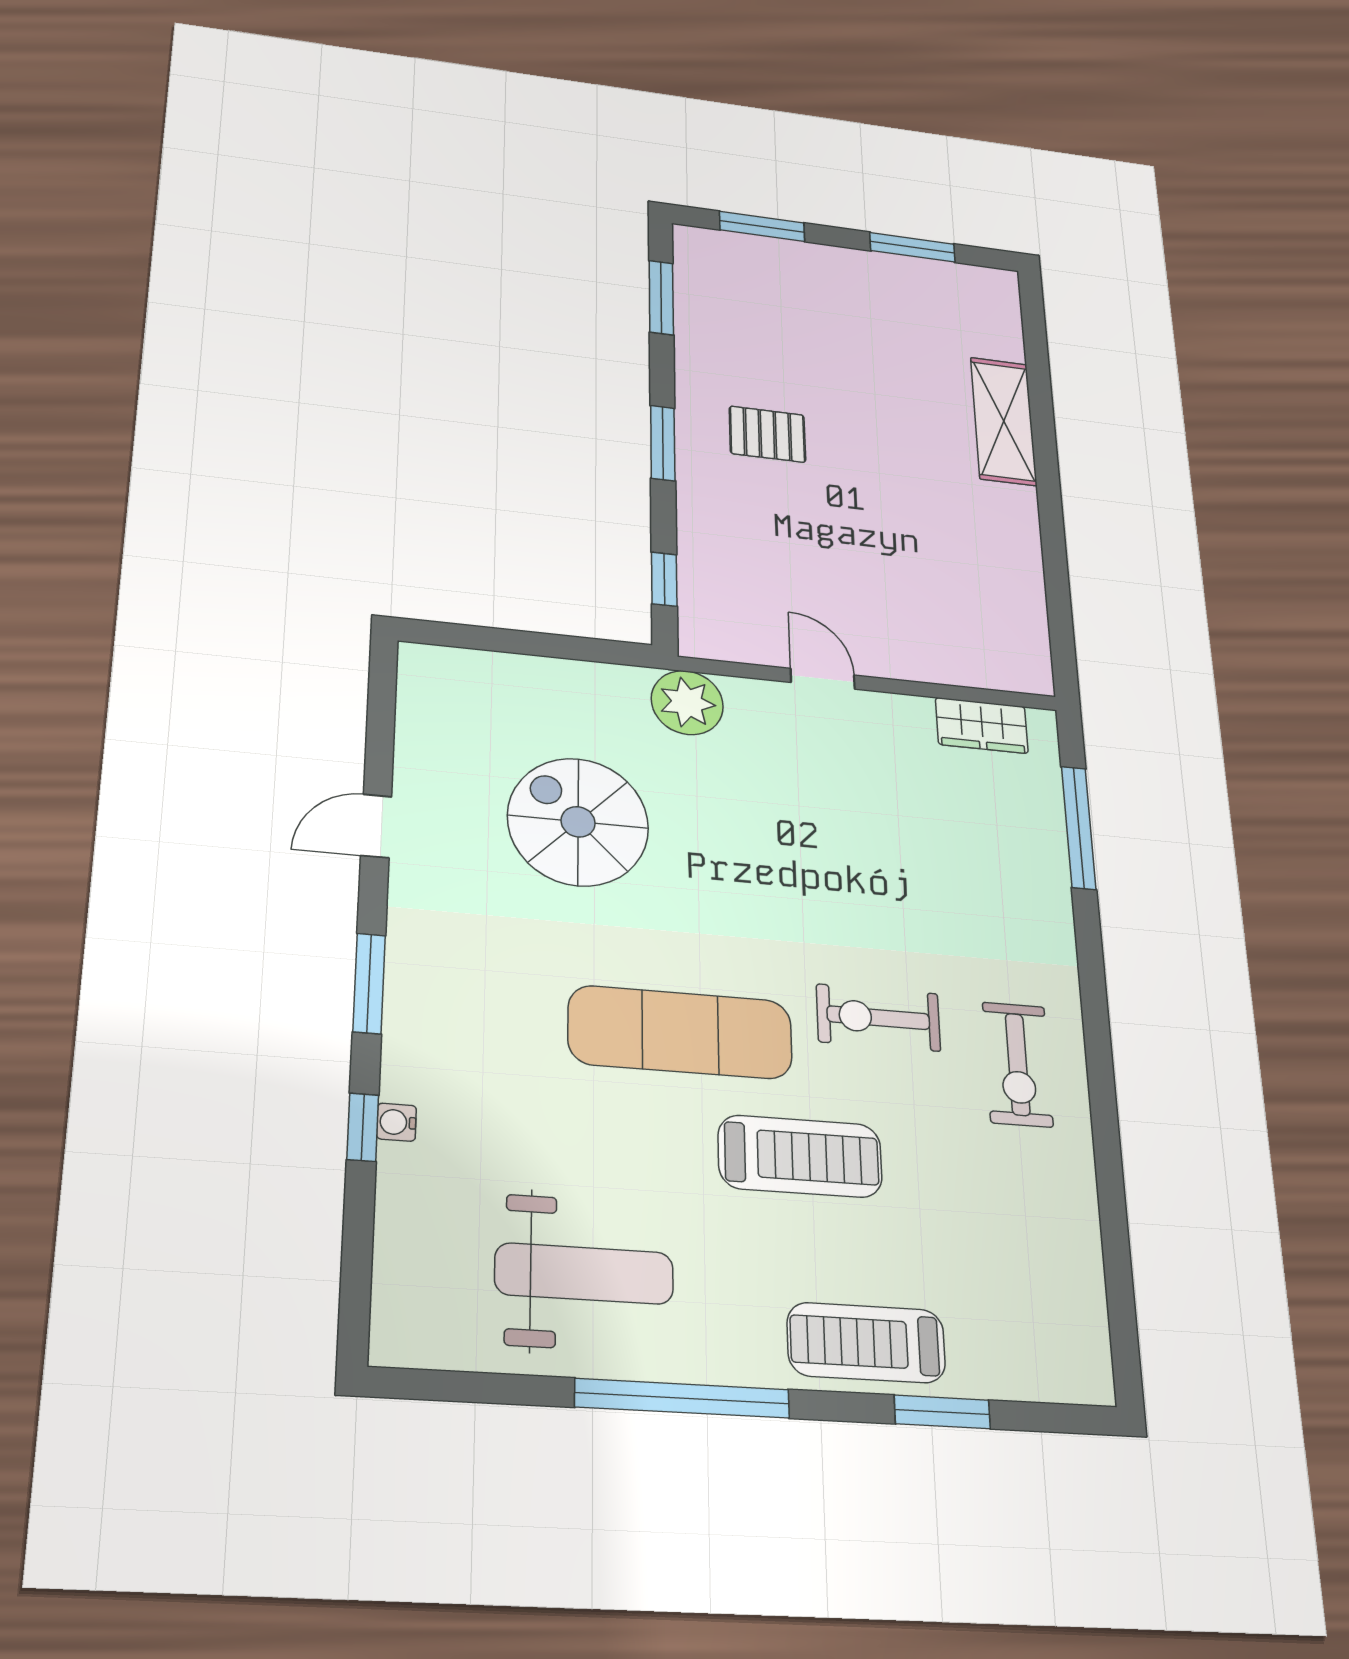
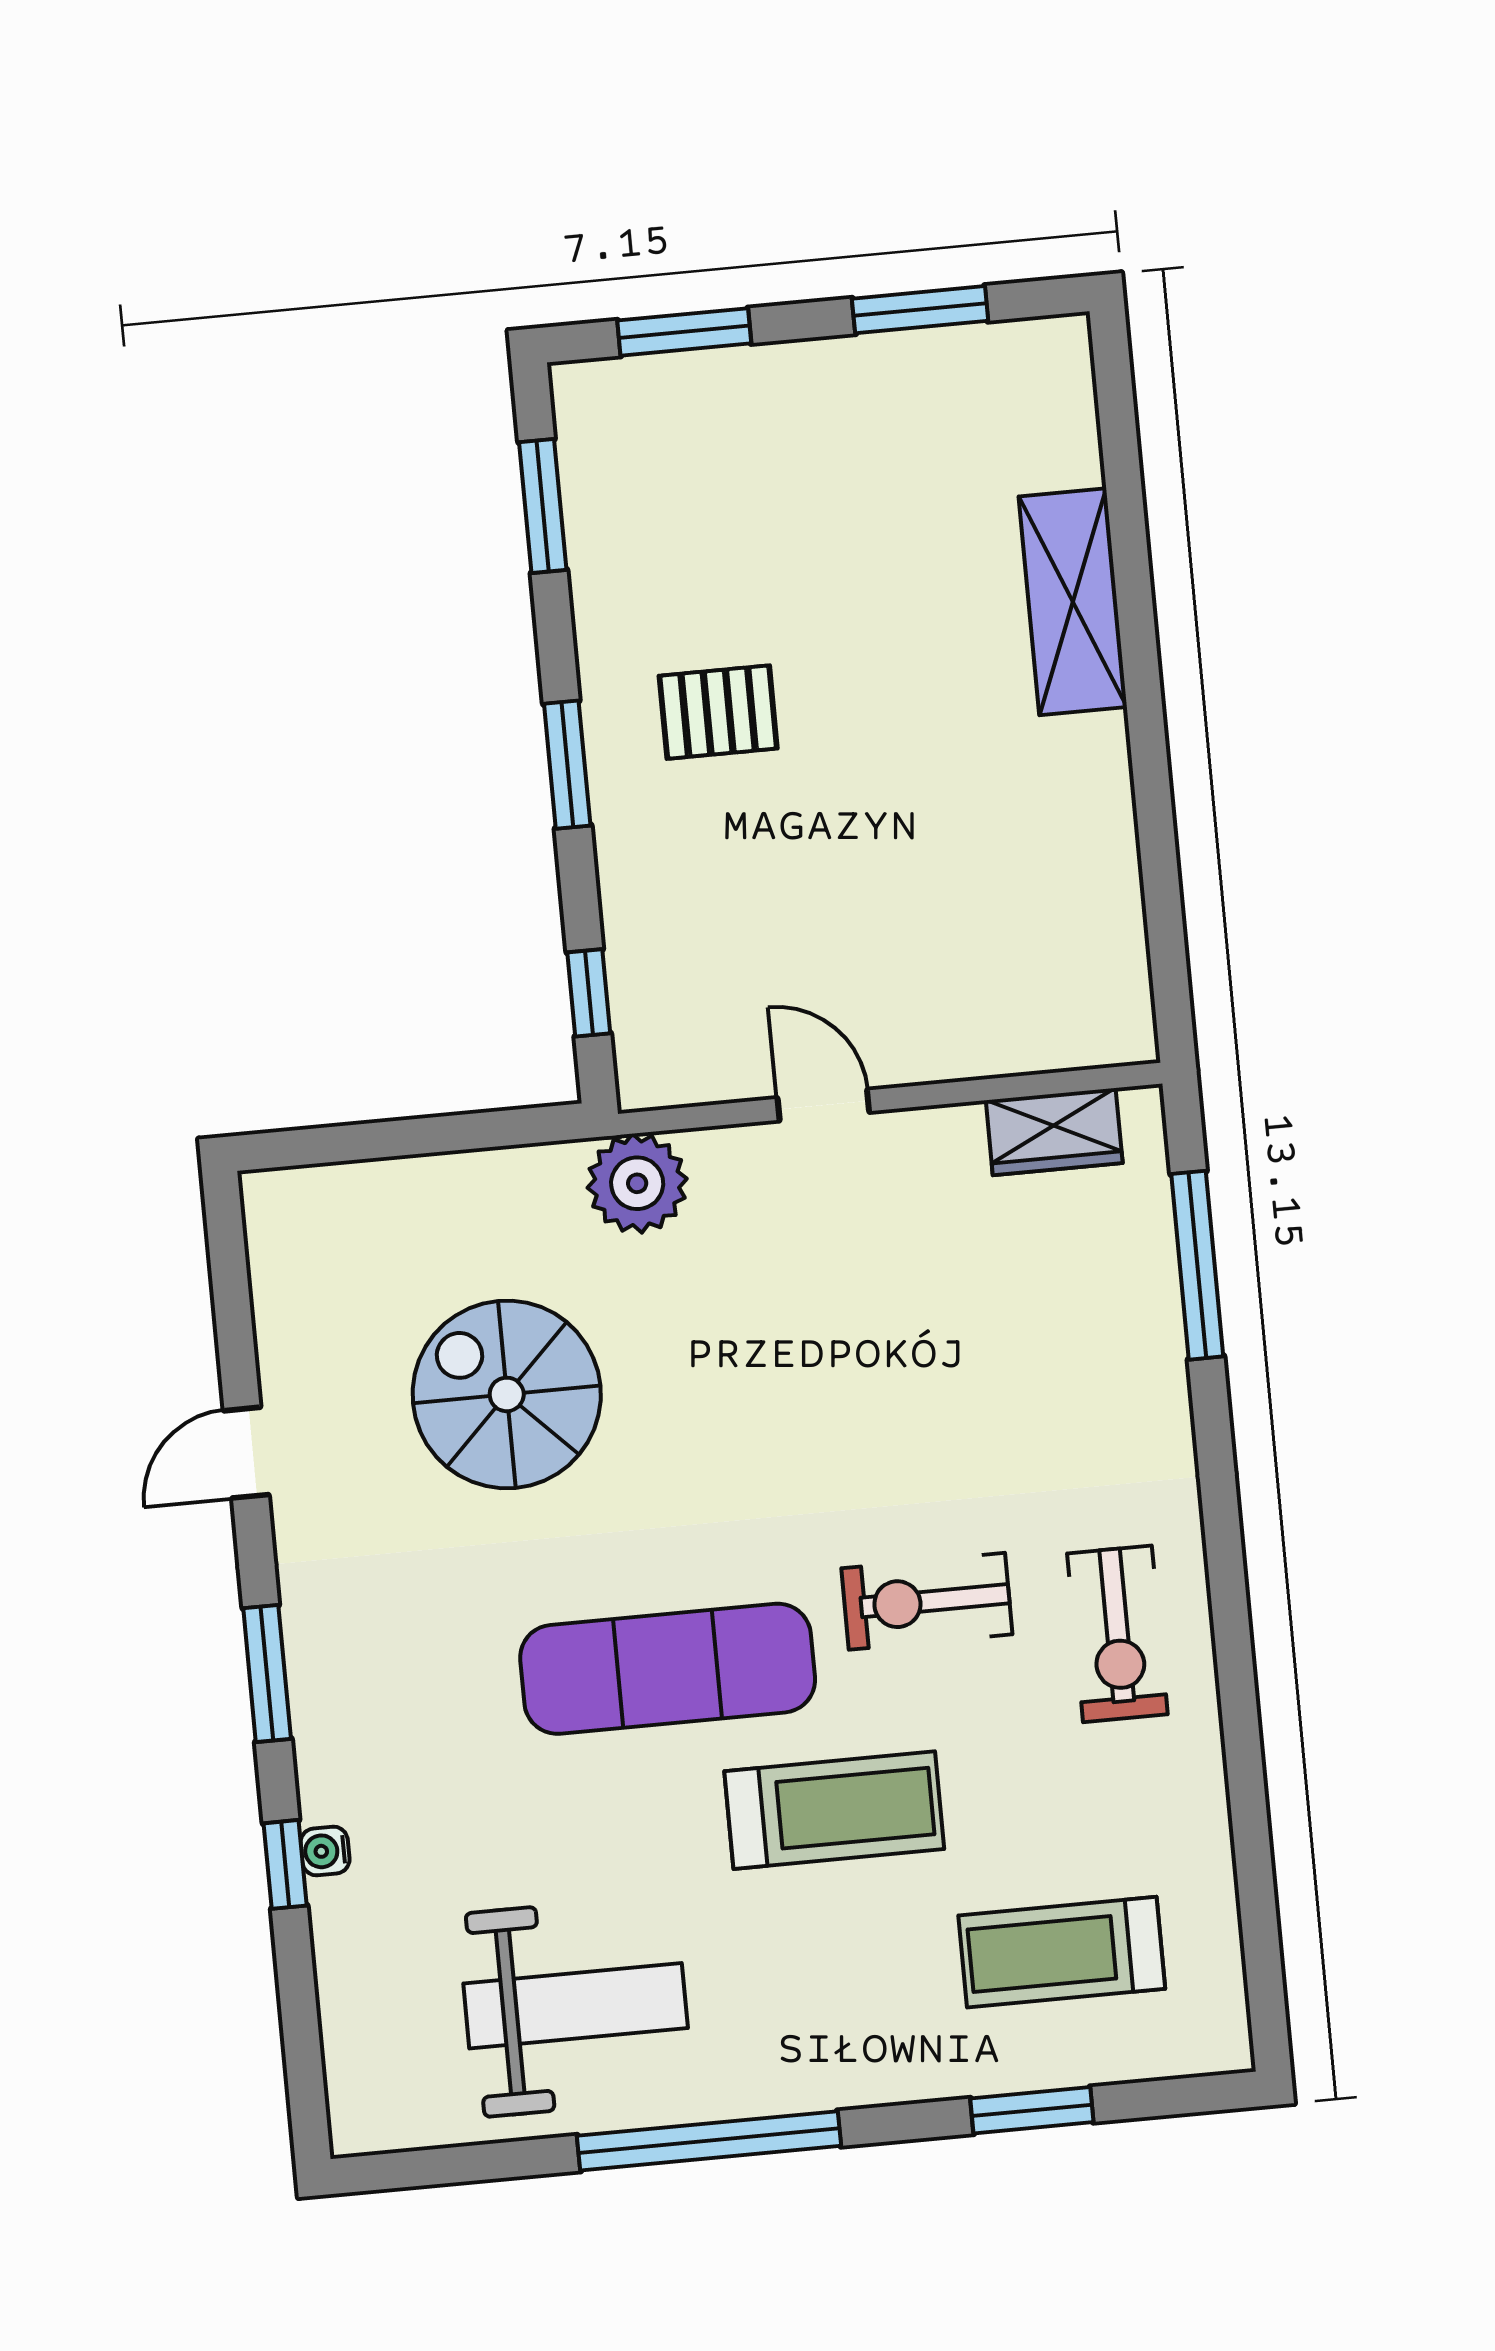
treadmill: (866, 1343) -> (1062, 1952), moved

